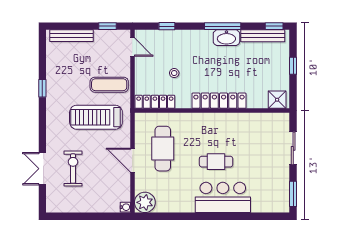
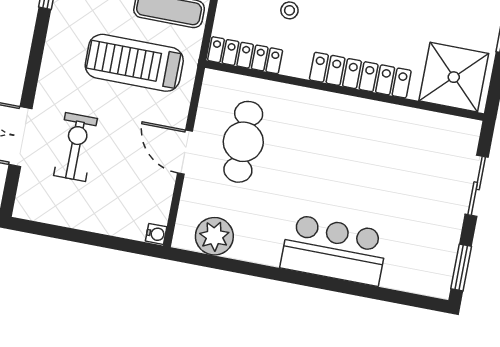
shower: (277, 100) -> (454, 77), width x1.86, depth x1.86
cafe table: (216, 162) -> (334, 183), removed
plant: (145, 202) -> (214, 236), moved

